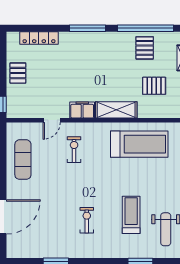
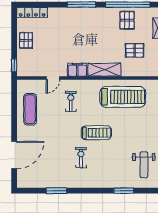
locker: (39, 38) -> (32, 12), moved
treadmill: (131, 215) -> (96, 133), moved, turned 90

